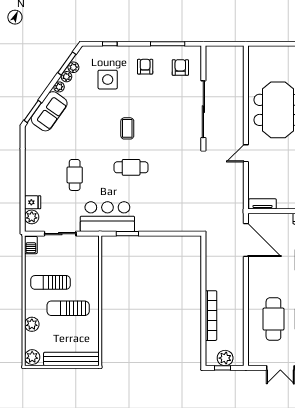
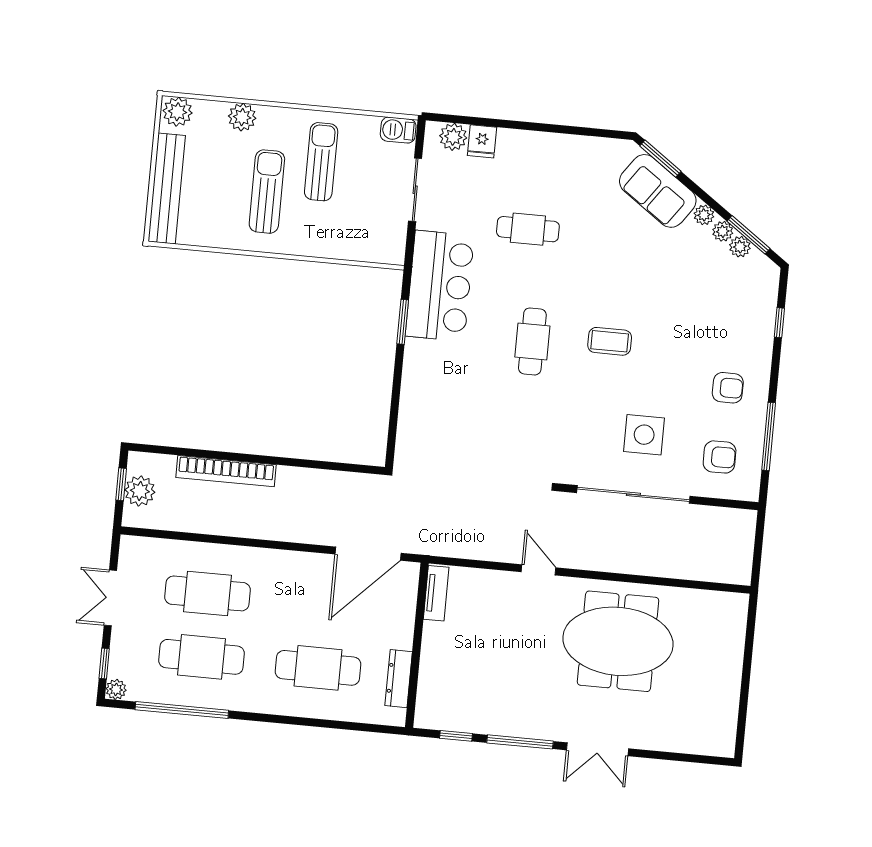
side table: (108, 80) -> (644, 435), moved

